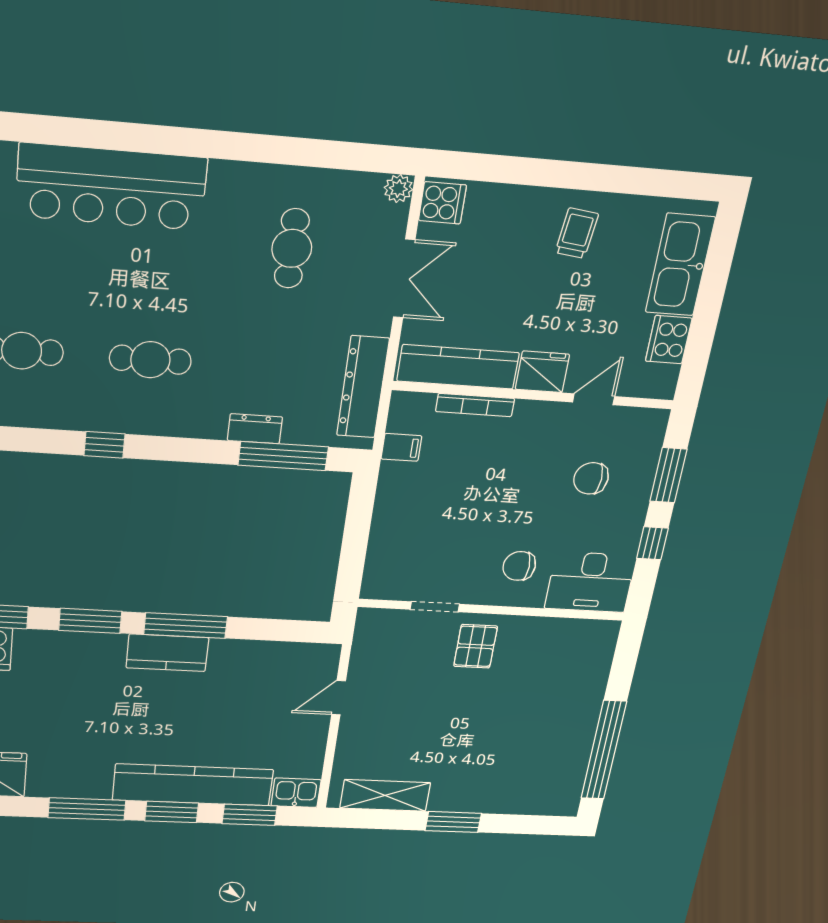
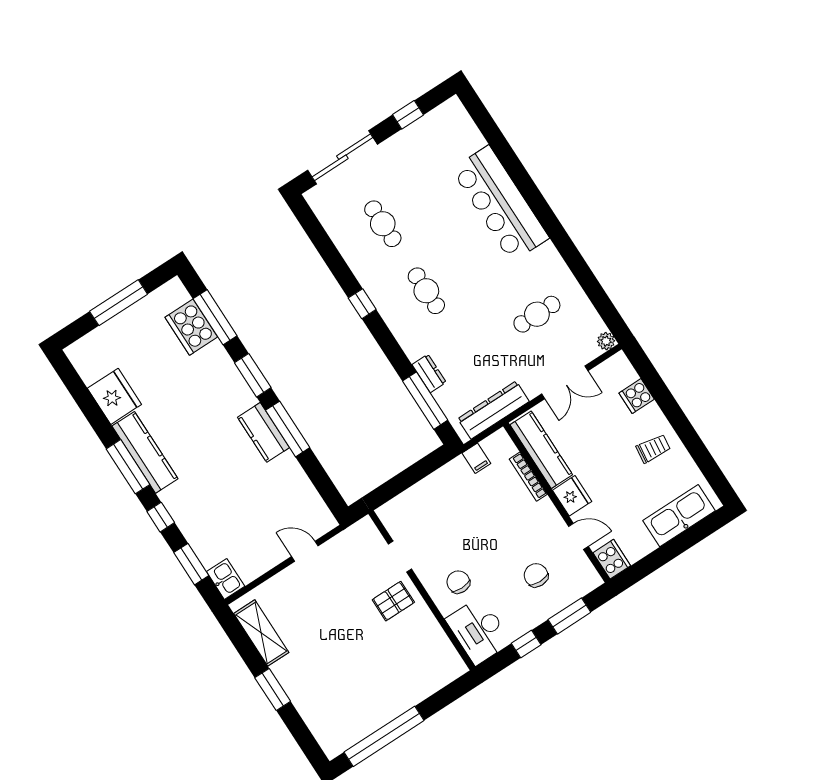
cooker: (442, 203) -> (637, 396), moved, turned 90
cooker: (669, 340) -> (612, 559), moved, turned 90
kitchen counter: (193, 785) -> (145, 452), moved, width x0.72, depth x0.86
window: (172, 812) -> (161, 517), width x0.67

